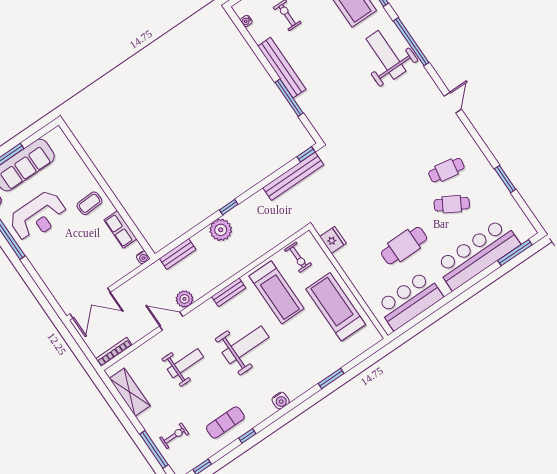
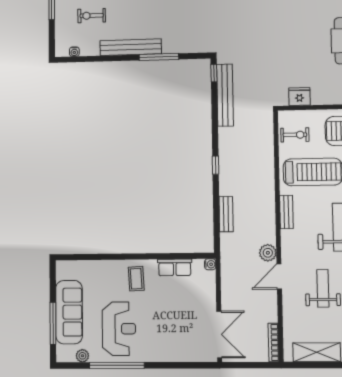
plant: (221, 230) -> (230, 184), removed
bench: (178, 254) -> (226, 214), moved

